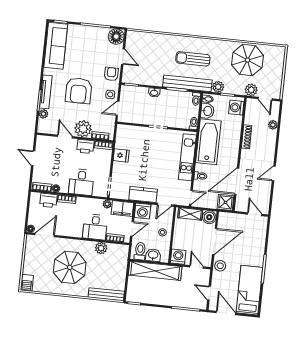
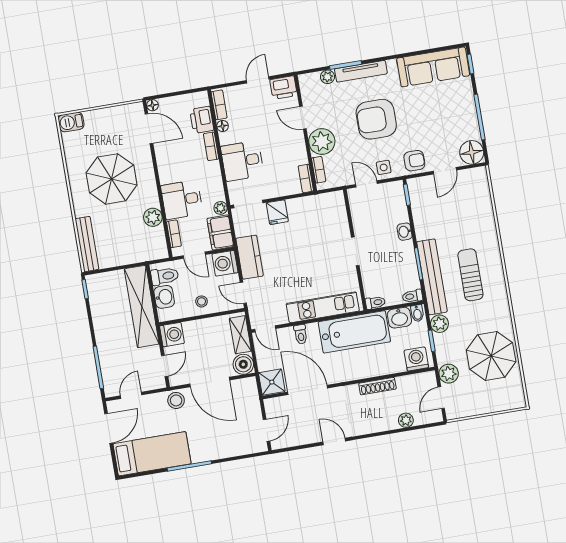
door: (65, 136) -> (303, 118), swing flipped
printer: (85, 146) -> (284, 88), moved, turned -90
fridge: (121, 155) -> (277, 212), moved

